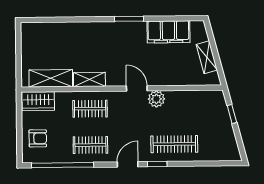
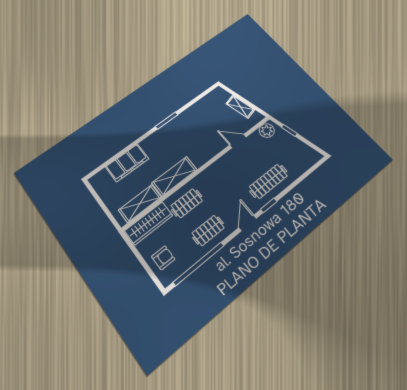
filing cabinet: (168, 32) -> (127, 163), moved
shelving: (89, 80) -> (174, 176), width x1.50, depth x1.33
door: (137, 88) -> (238, 141), moved
plant: (156, 99) -> (267, 131), moved
wardrobe: (38, 101) -> (149, 223), width x1.50

